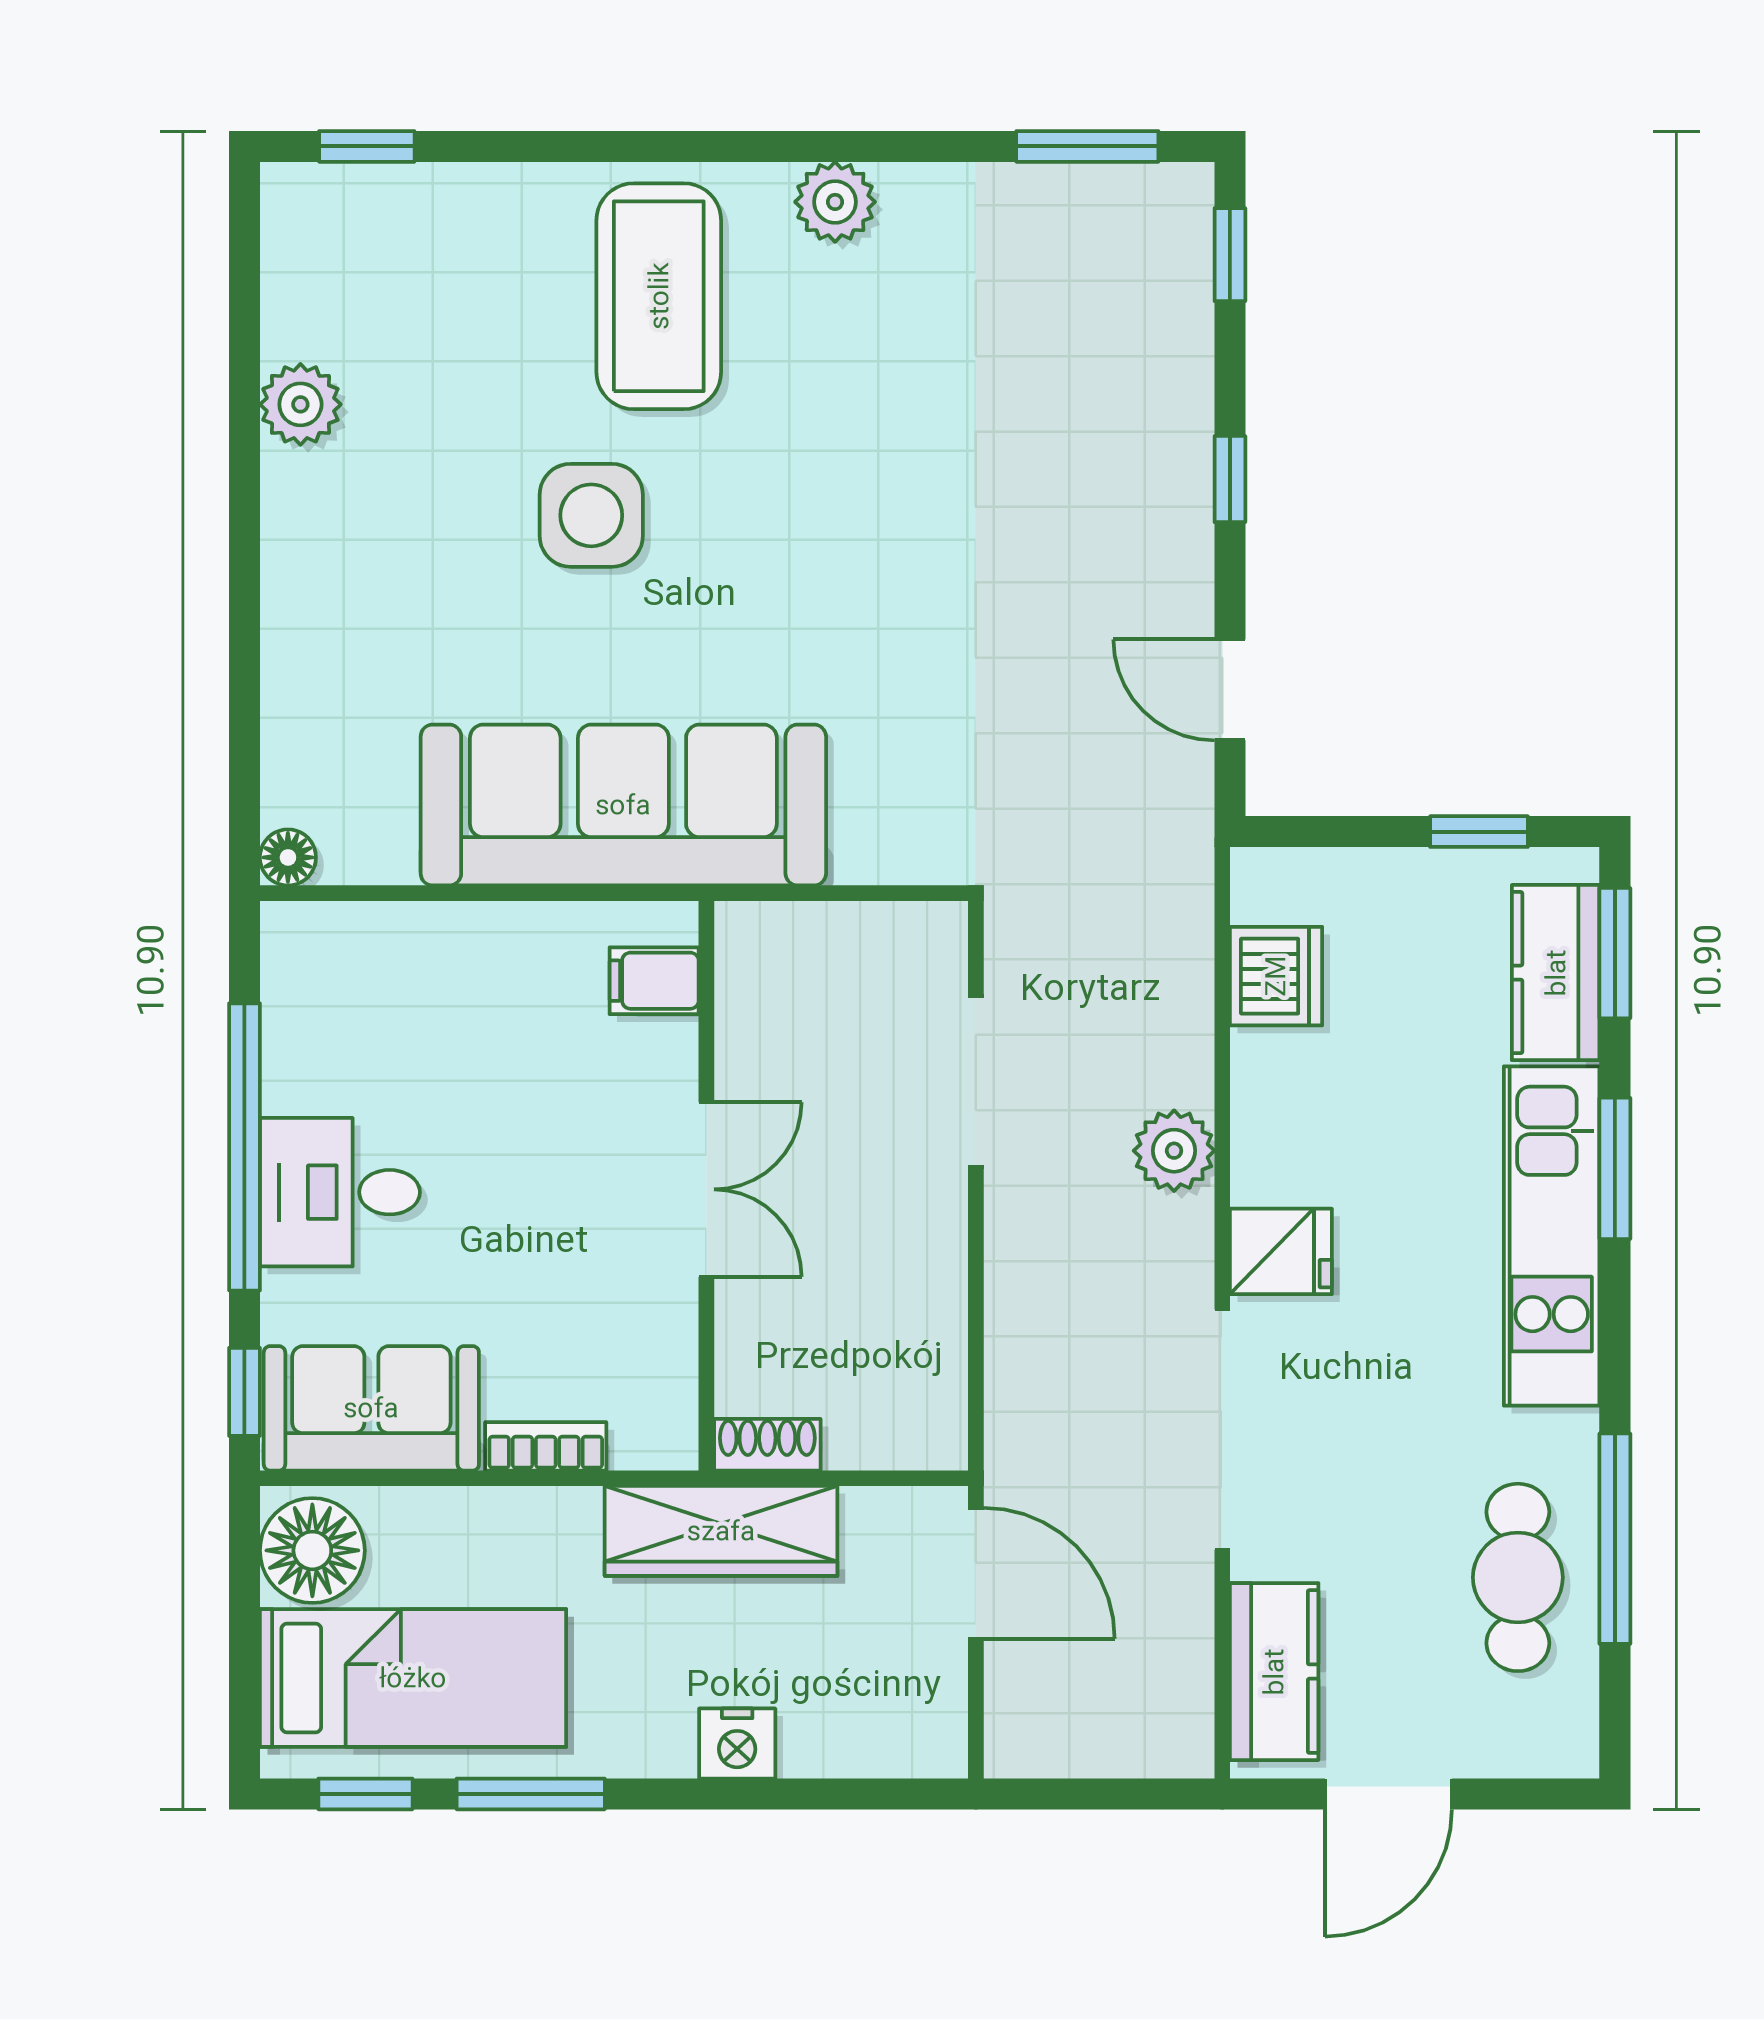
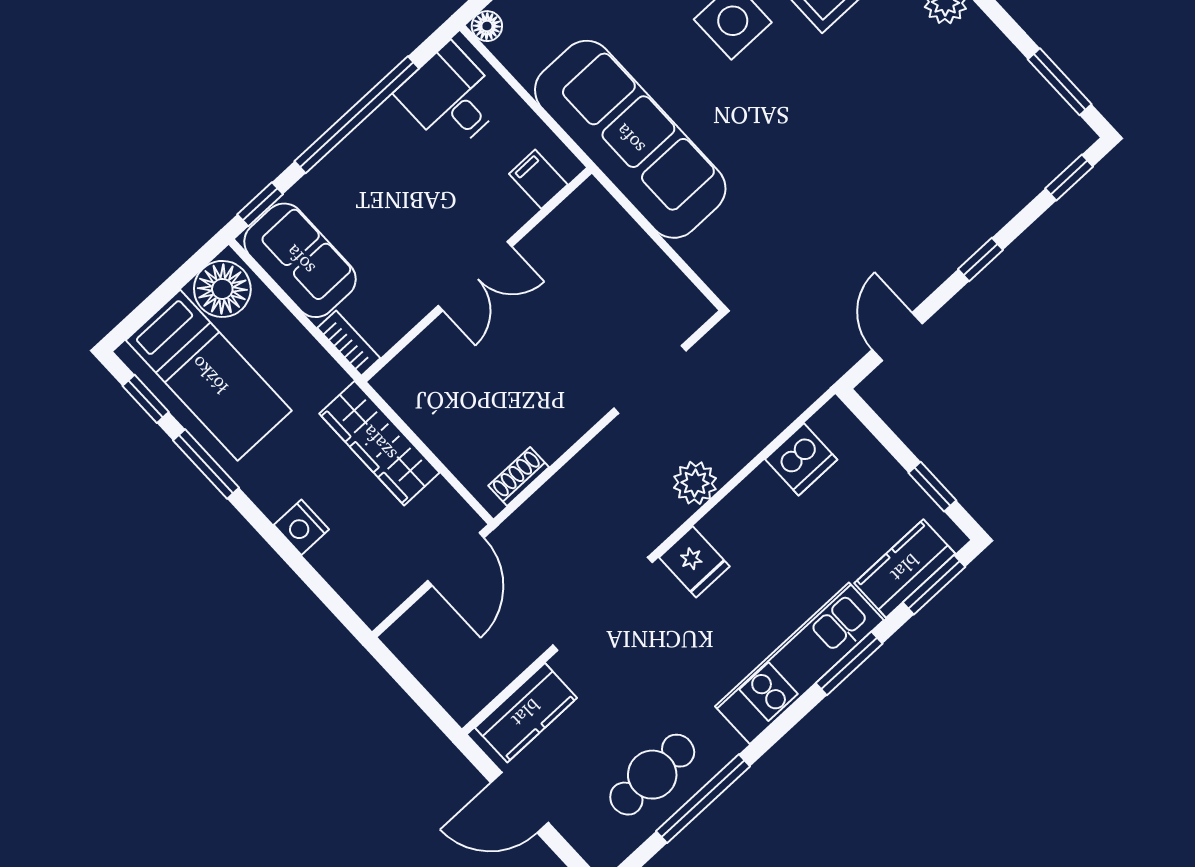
filing cabinet: (654, 981) -> (538, 179), moved
wall: (706, 1186) -> (477, 275), moved
double door: (706, 1189) -> (475, 276), moved
desk: (340, 1192) -> (451, 98), moved
shoe rack: (767, 1445) -> (519, 476), moved, turned -90

